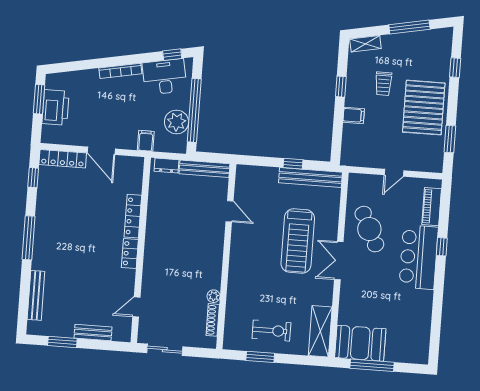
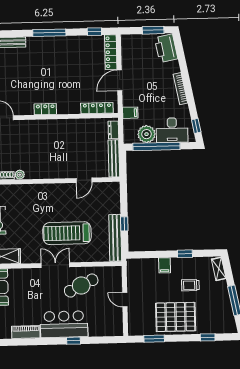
desk: (165, 77) -> (172, 130), moved, turned 101
printer: (56, 107) -> (166, 48), moved, turned 79
piano: (432, 207) -> (26, 332), moved
locker: (133, 216) -> (97, 108), moved

